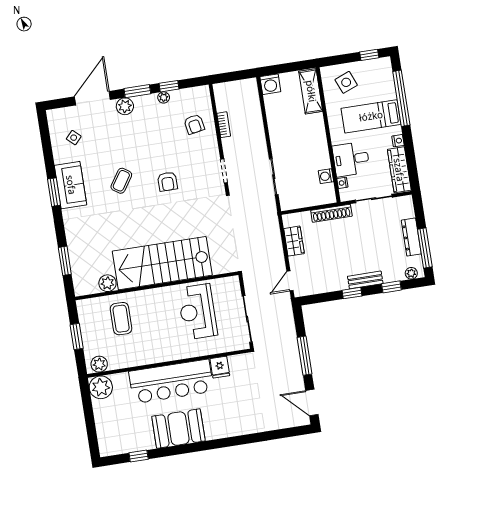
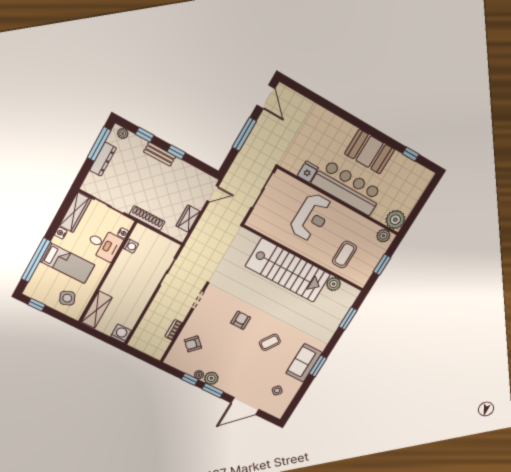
plant: (125, 106) -> (211, 378), moved
armchair: (194, 124) -> (193, 344), turned -126
reception desk: (197, 312) -> (311, 217), moved

